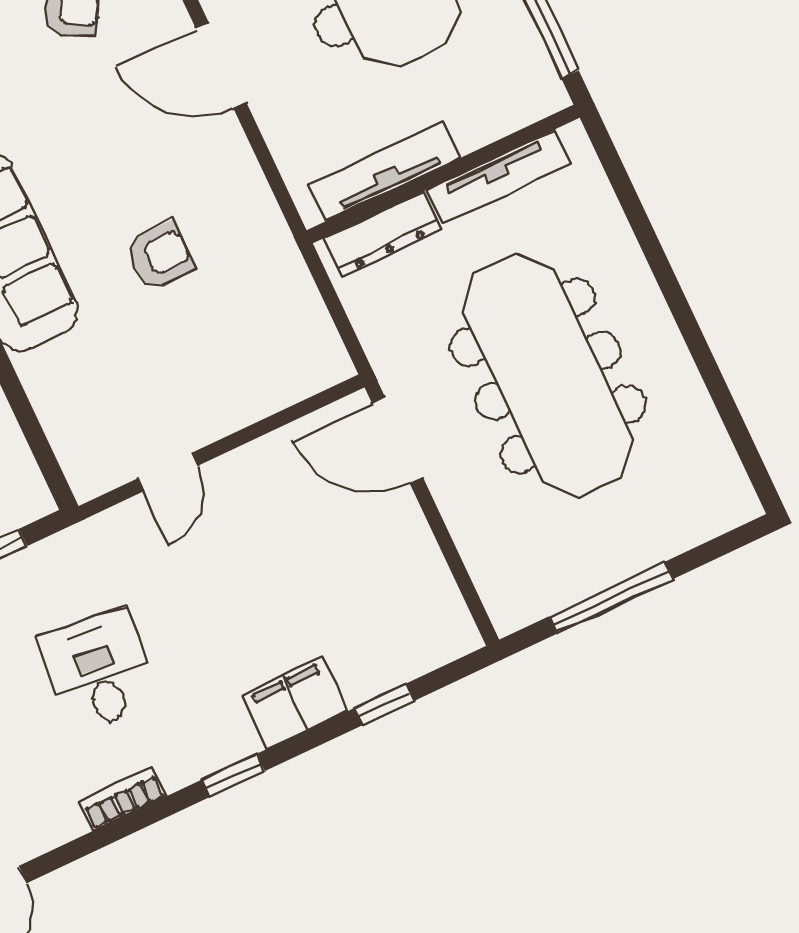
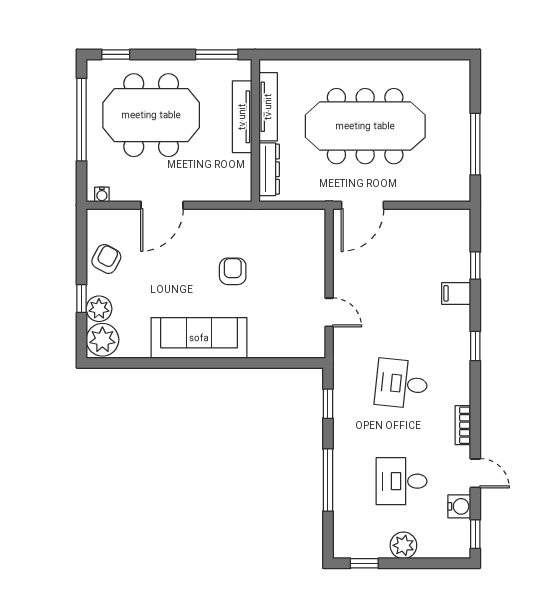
tv unit: (385, 171) -> (242, 117), moved
filing cabinet: (295, 703) -> (456, 293), width x0.50
bookcase: (123, 799) -> (463, 425), moved

